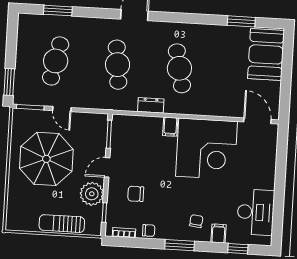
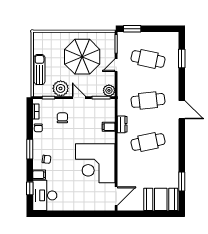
plant: (99, 122) -> (109, 90), added
filing cabinet: (170, 127) -> (109, 127), moved
desk: (256, 212) -> (45, 195), moved, turned 90

